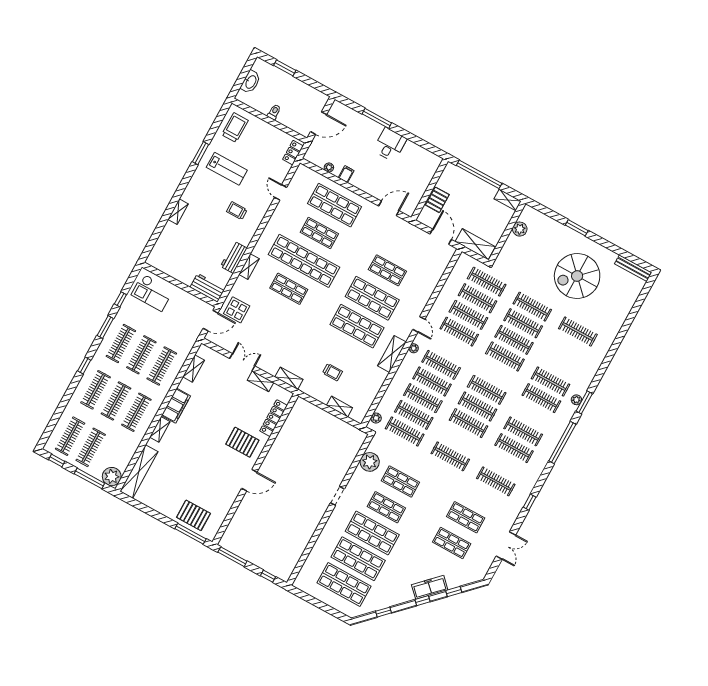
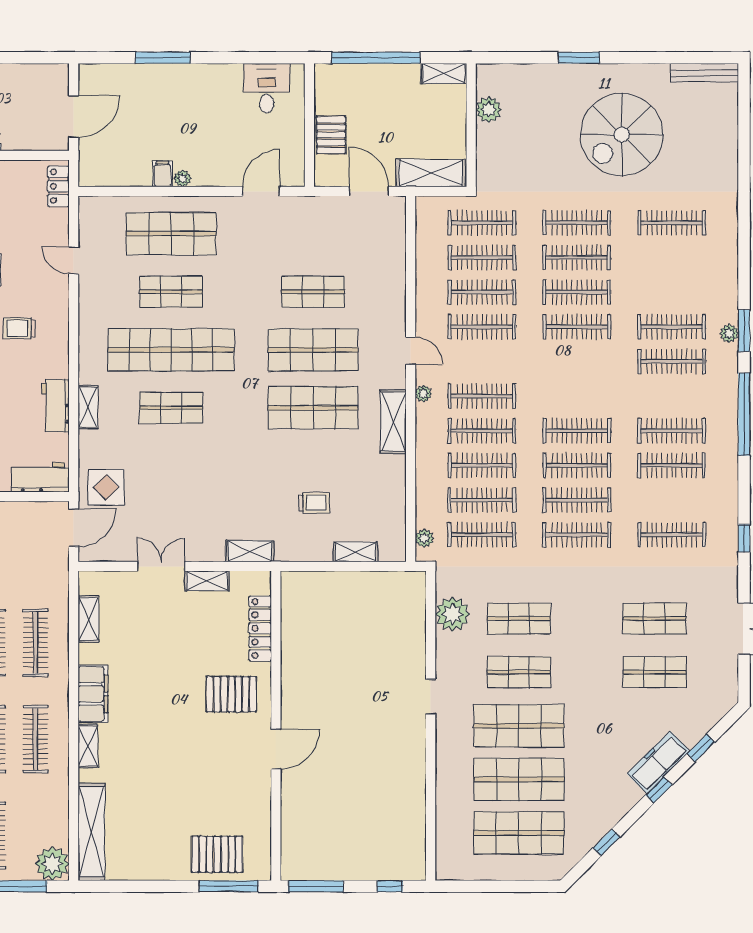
desk: (390, 145) -> (267, 88), moved
plant: (329, 167) -> (183, 178), moved
clothes rail: (487, 390) -> (577, 500), moved

